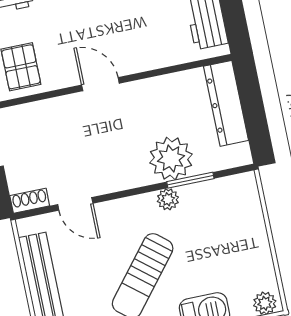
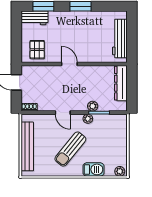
plant: (171, 158) -> (93, 106), width x0.53, depth x0.53
door: (75, 204) -> (63, 113), moved

